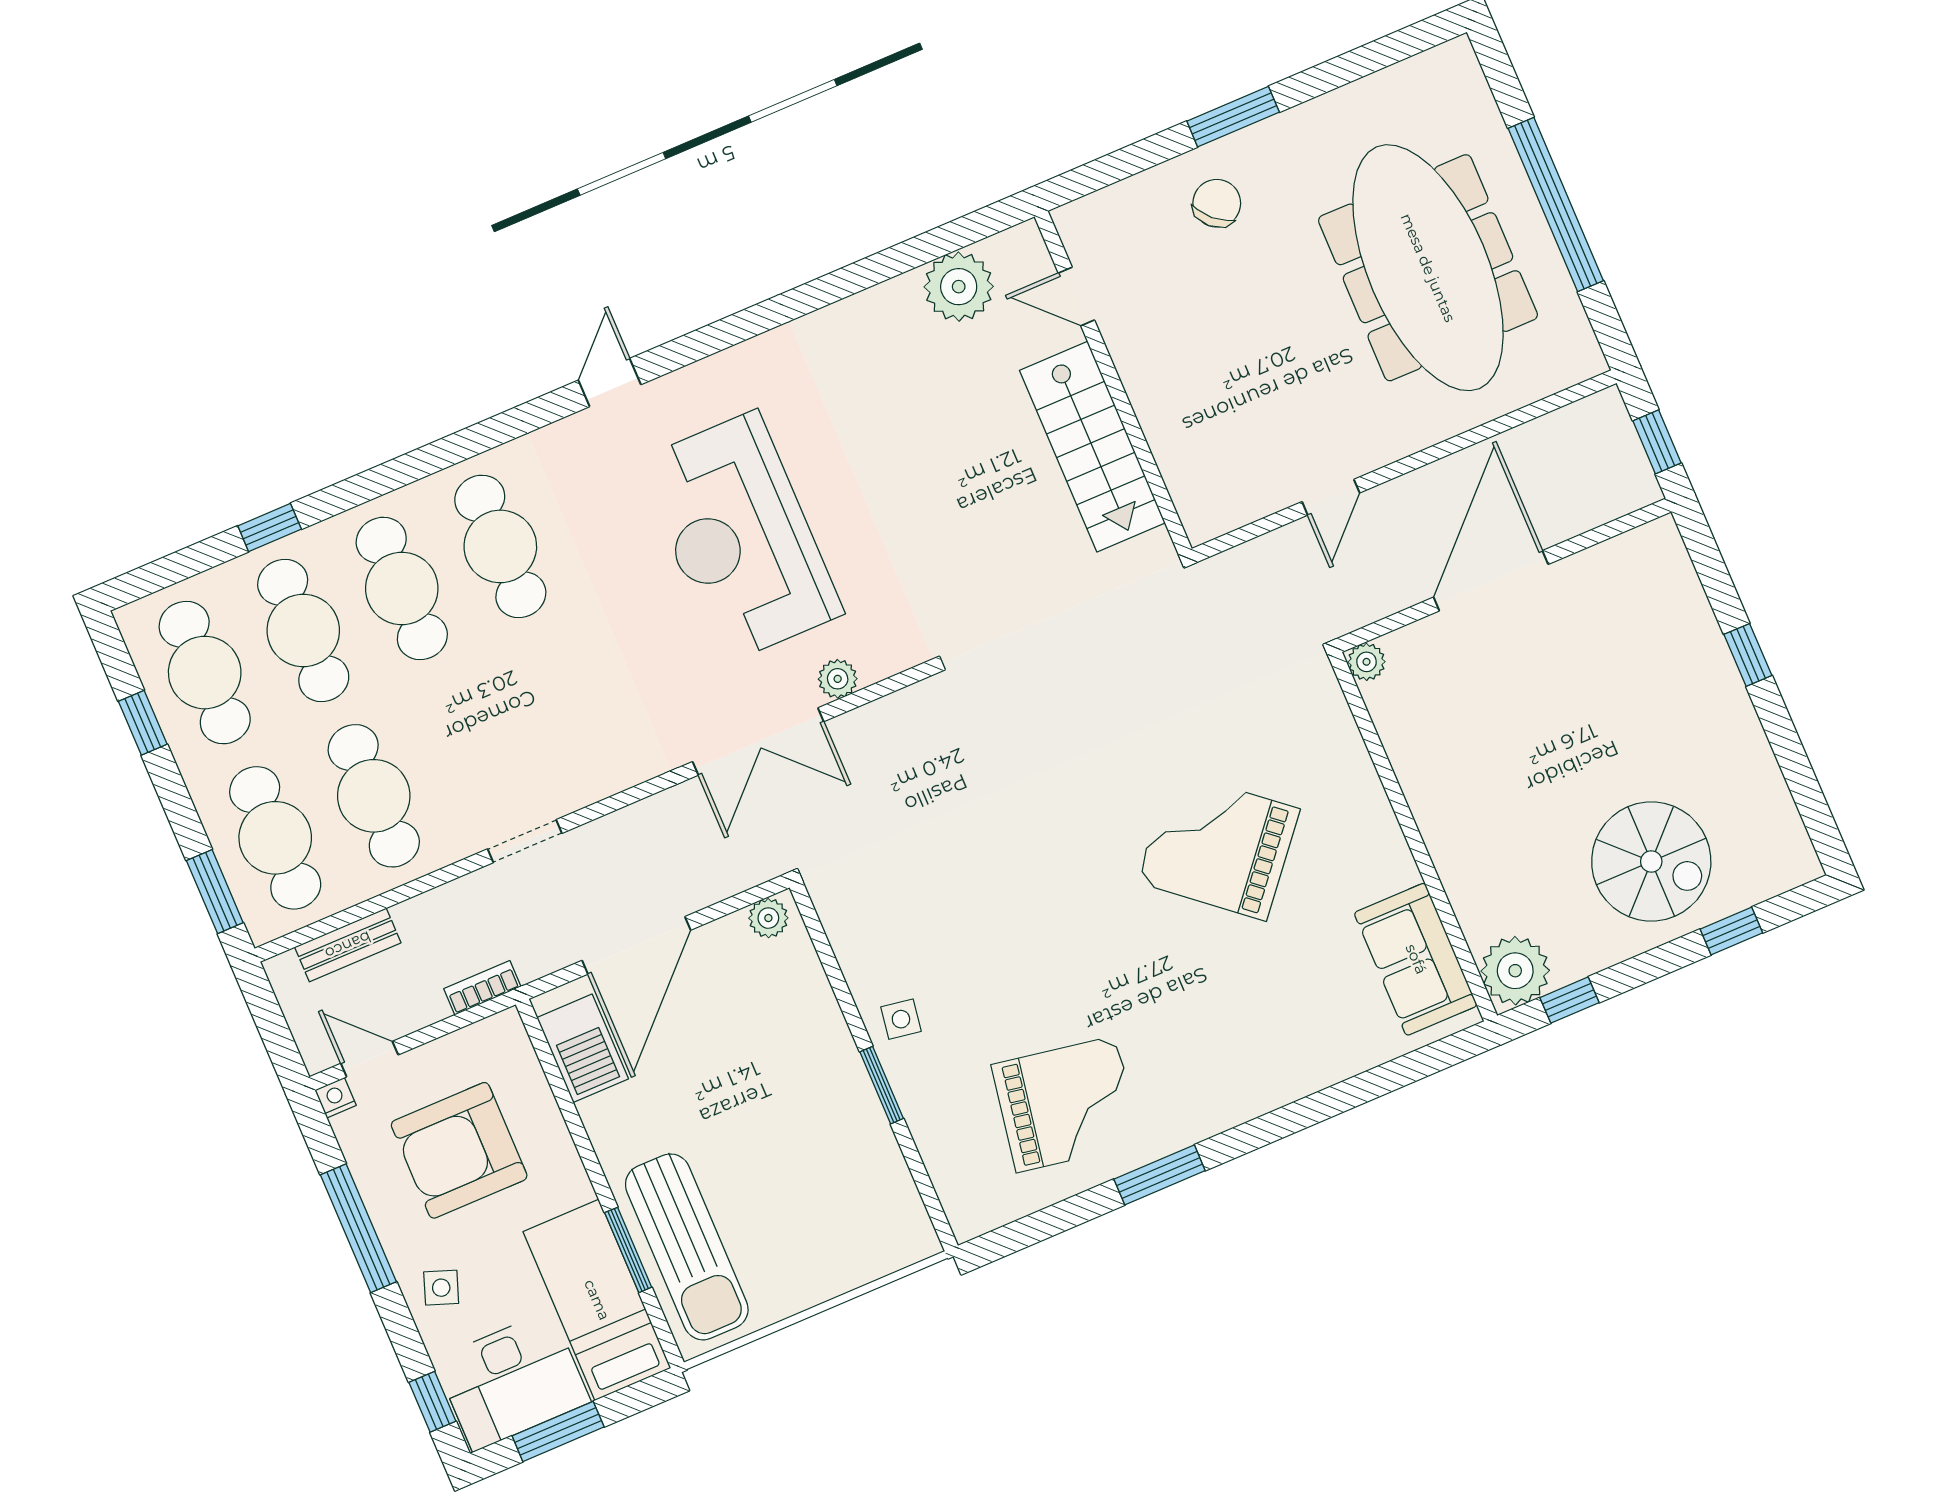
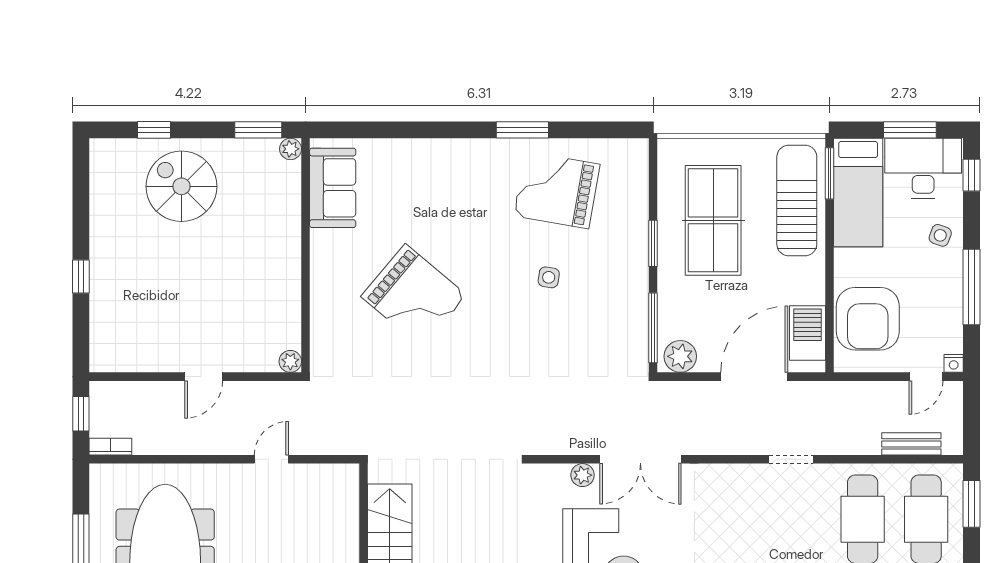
door: (1491, 581) -> (204, 377), width x0.53
double door: (758, 742) -> (640, 459), swing flipped
plant: (768, 918) -> (680, 356), width x1.38, depth x1.38
window: (826, 954) -> (653, 328), added
plant: (1515, 971) -> (291, 149), width x0.53, depth x0.53
bookcase: (482, 988) -> (110, 447), moved, turned 180
window: (1569, 1000) -> (258, 130), width x1.50
side table: (901, 1019) -> (549, 277), moved
door: (370, 1059) -> (926, 377), hinge flipped
armchair: (459, 1150) -> (868, 319), moved, turned 90
table tennis table: (804, 1161) -> (713, 220), added
window: (628, 1250) -> (829, 173), moved

